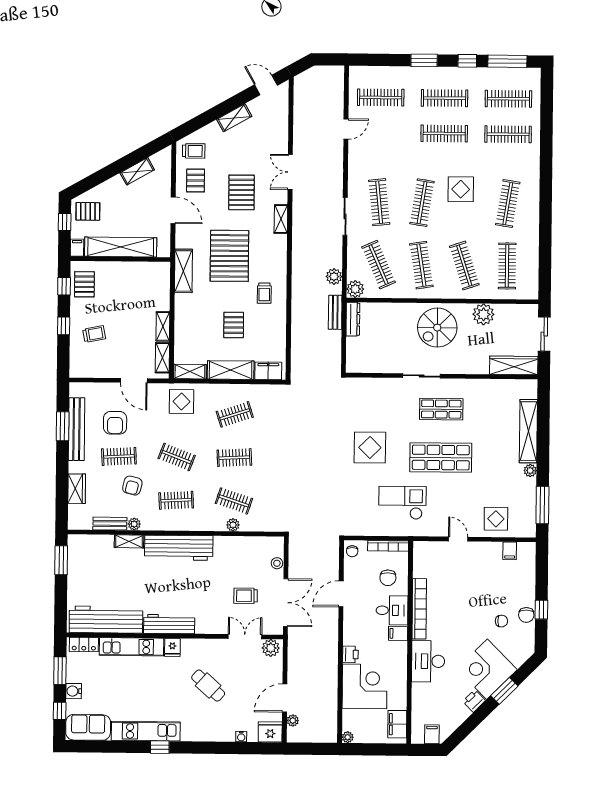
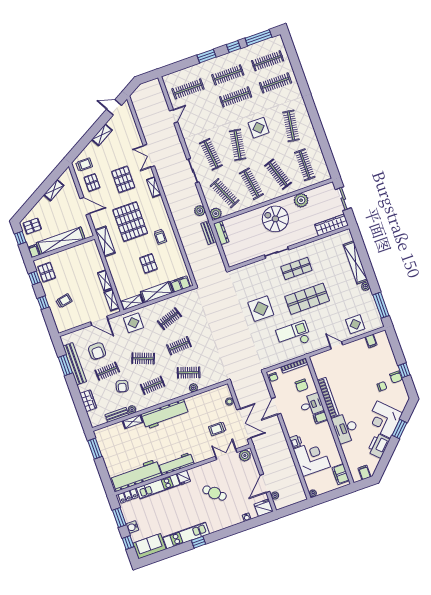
spiral stairs: (437, 328) -> (275, 219), turned 90
printer: (474, 701) -> (379, 446), width x1.87, depth x1.48

